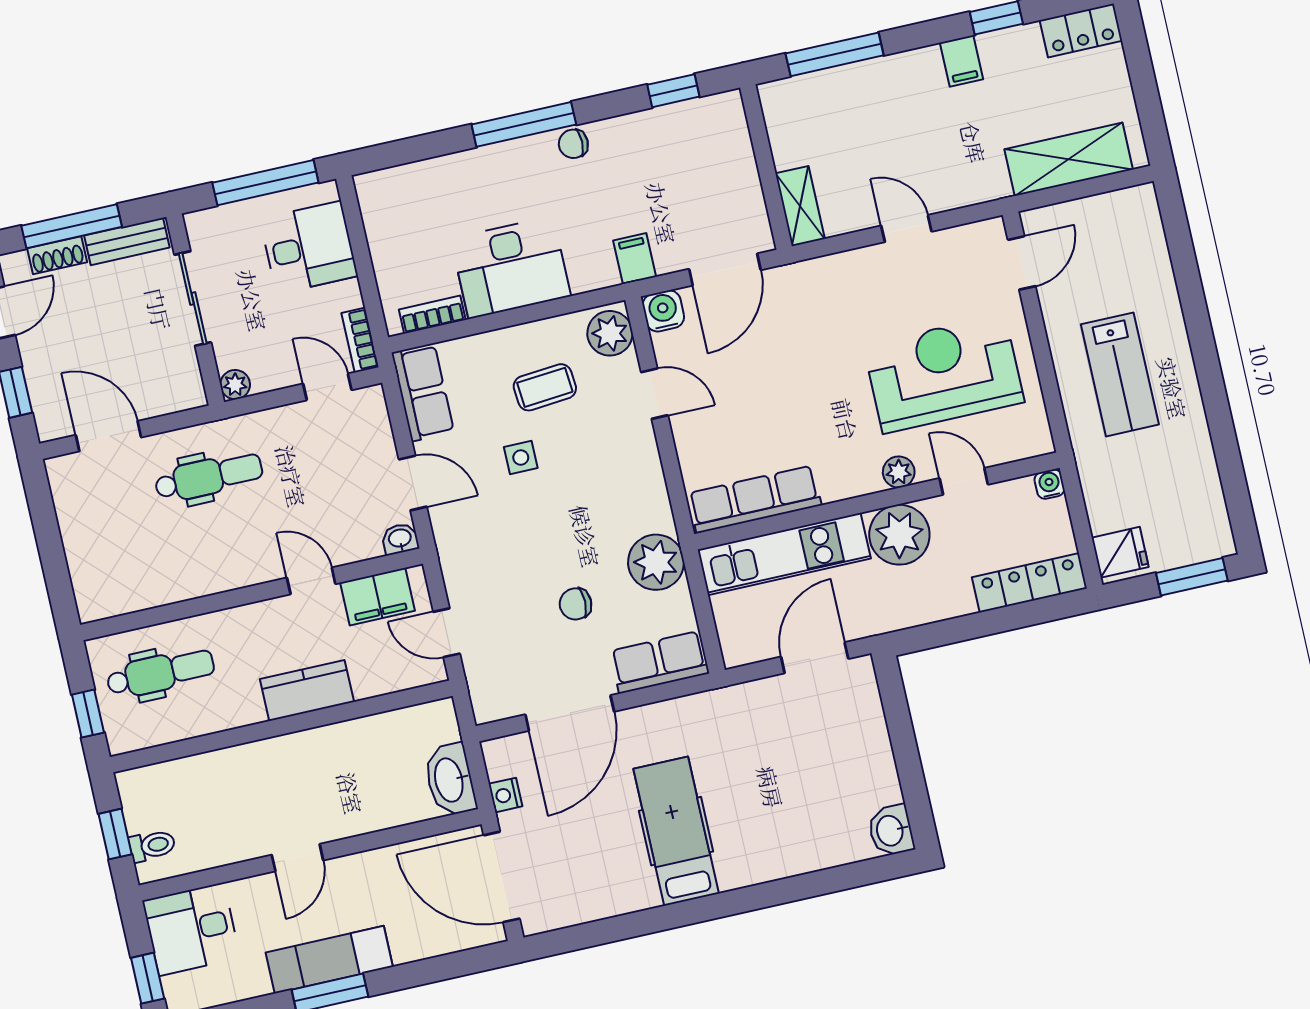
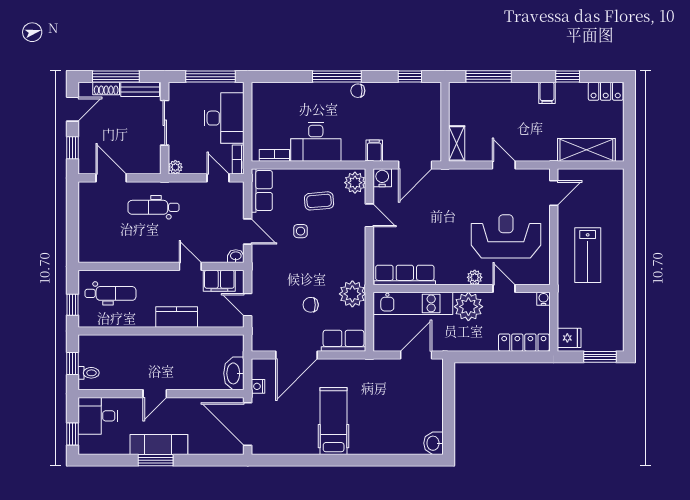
desk: (309, 247) -> (224, 118), width x1.37
dental chair: (209, 477) -> (153, 207), turned 180

